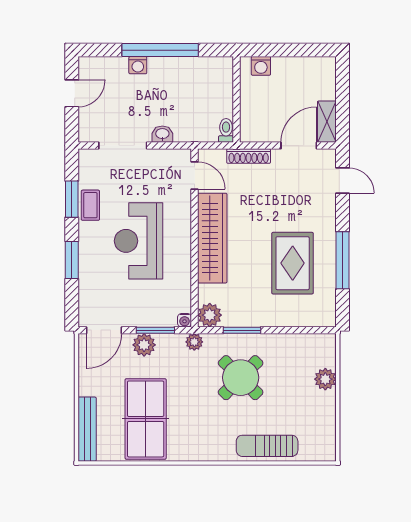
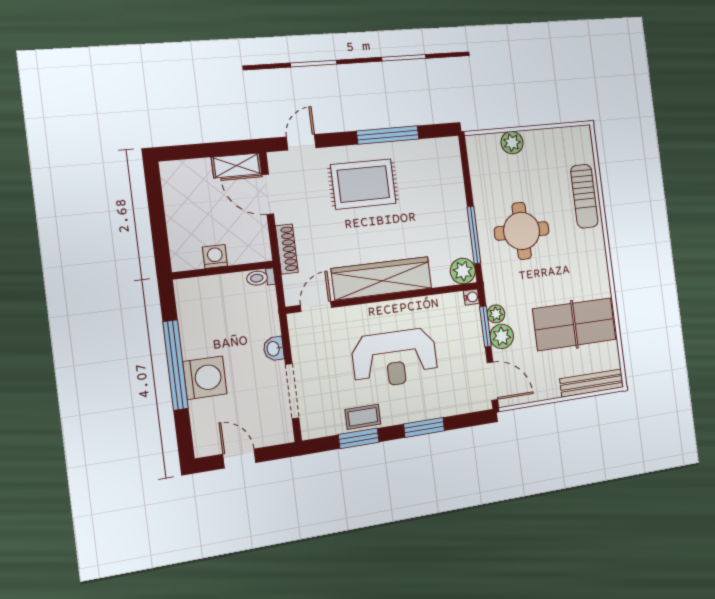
washing machine: (138, 65) -> (205, 378), width x1.89, depth x1.89
washing machine: (261, 66) -> (215, 256), moved, turned -90
rug: (293, 263) -> (363, 184), moved
window: (242, 330) -> (474, 235), width x1.44
plant: (194, 342) -> (496, 314), moved
round table: (241, 378) -> (522, 231), turned 45

